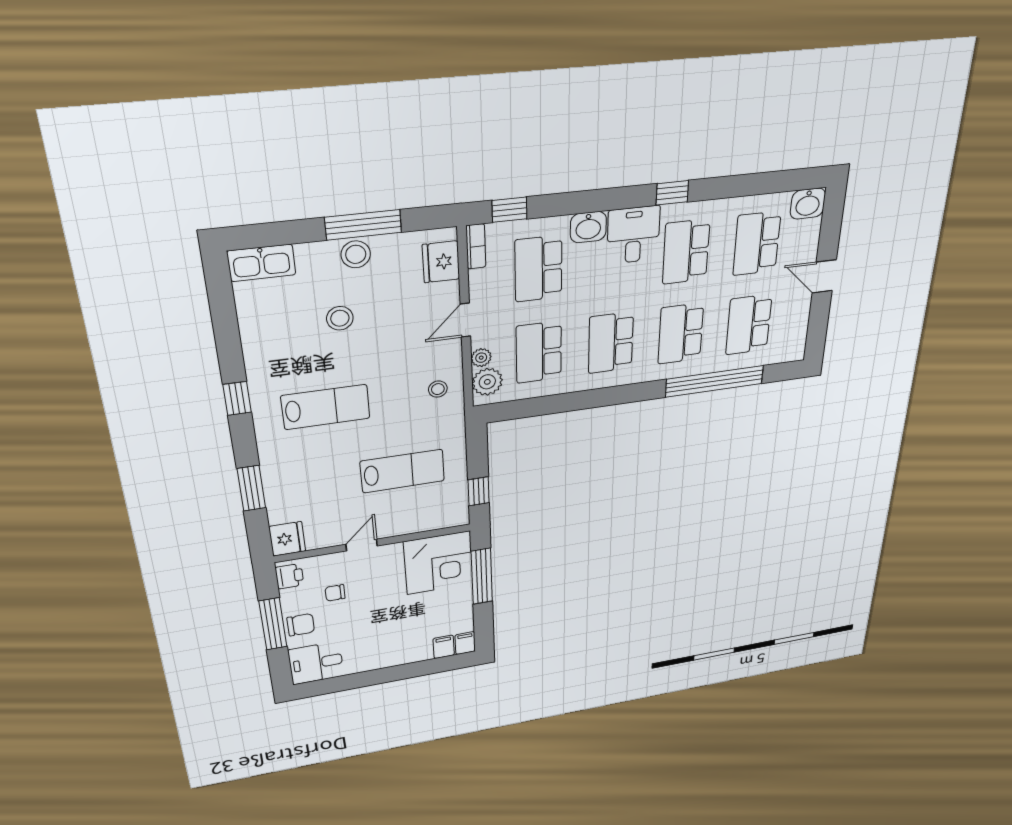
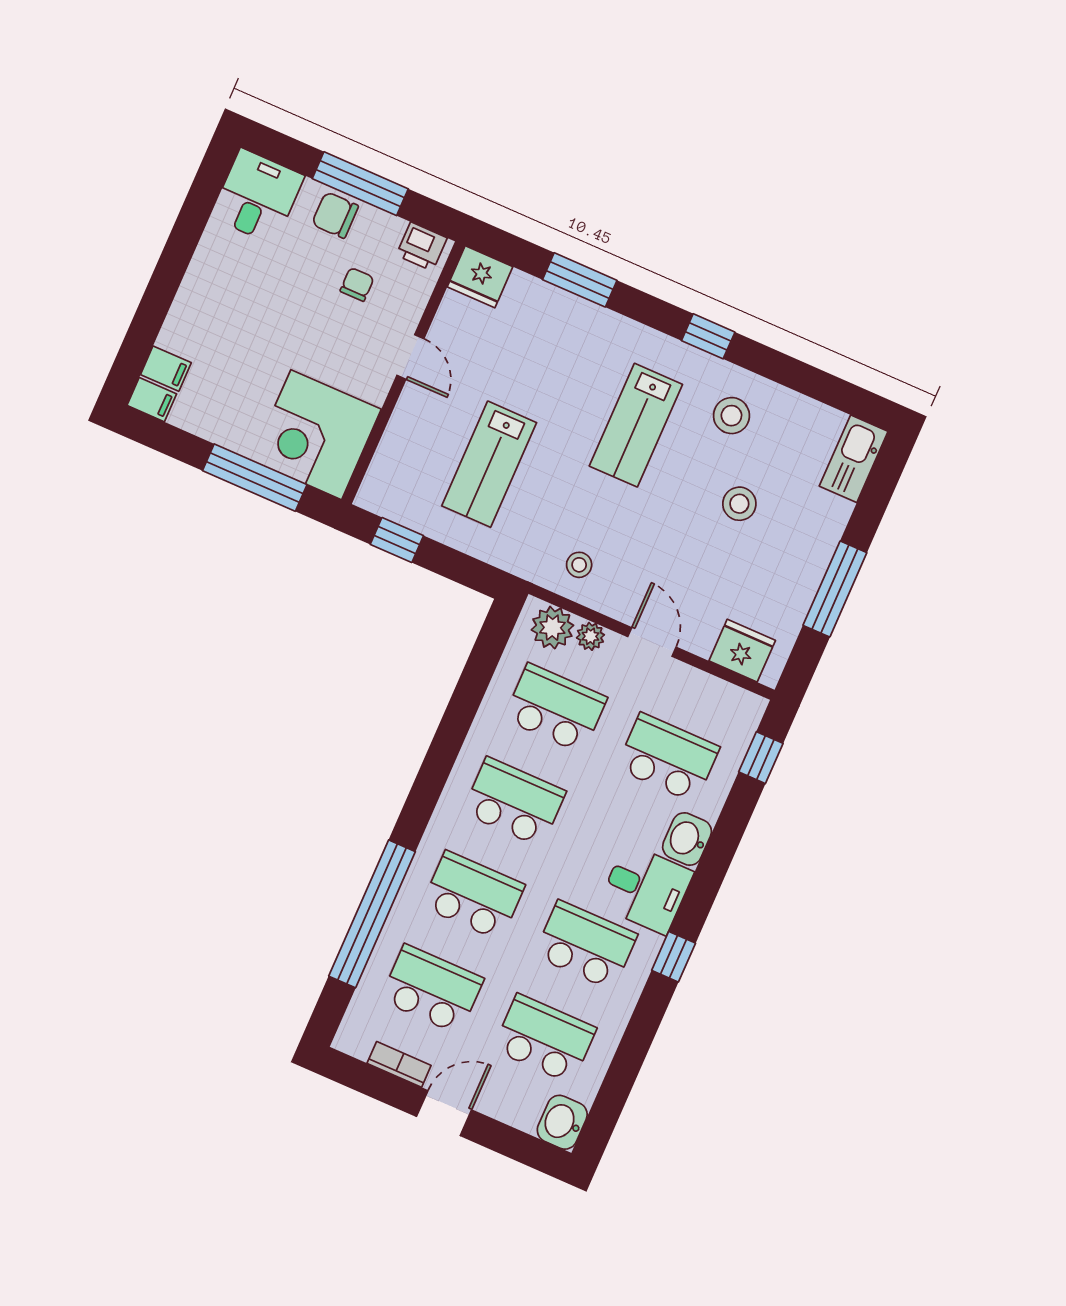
bookcase: (476, 246) -> (399, 1064), moved, turned 180
stool: (356, 254) -> (731, 416), moved
chair: (301, 625) -> (335, 215), turned 90

